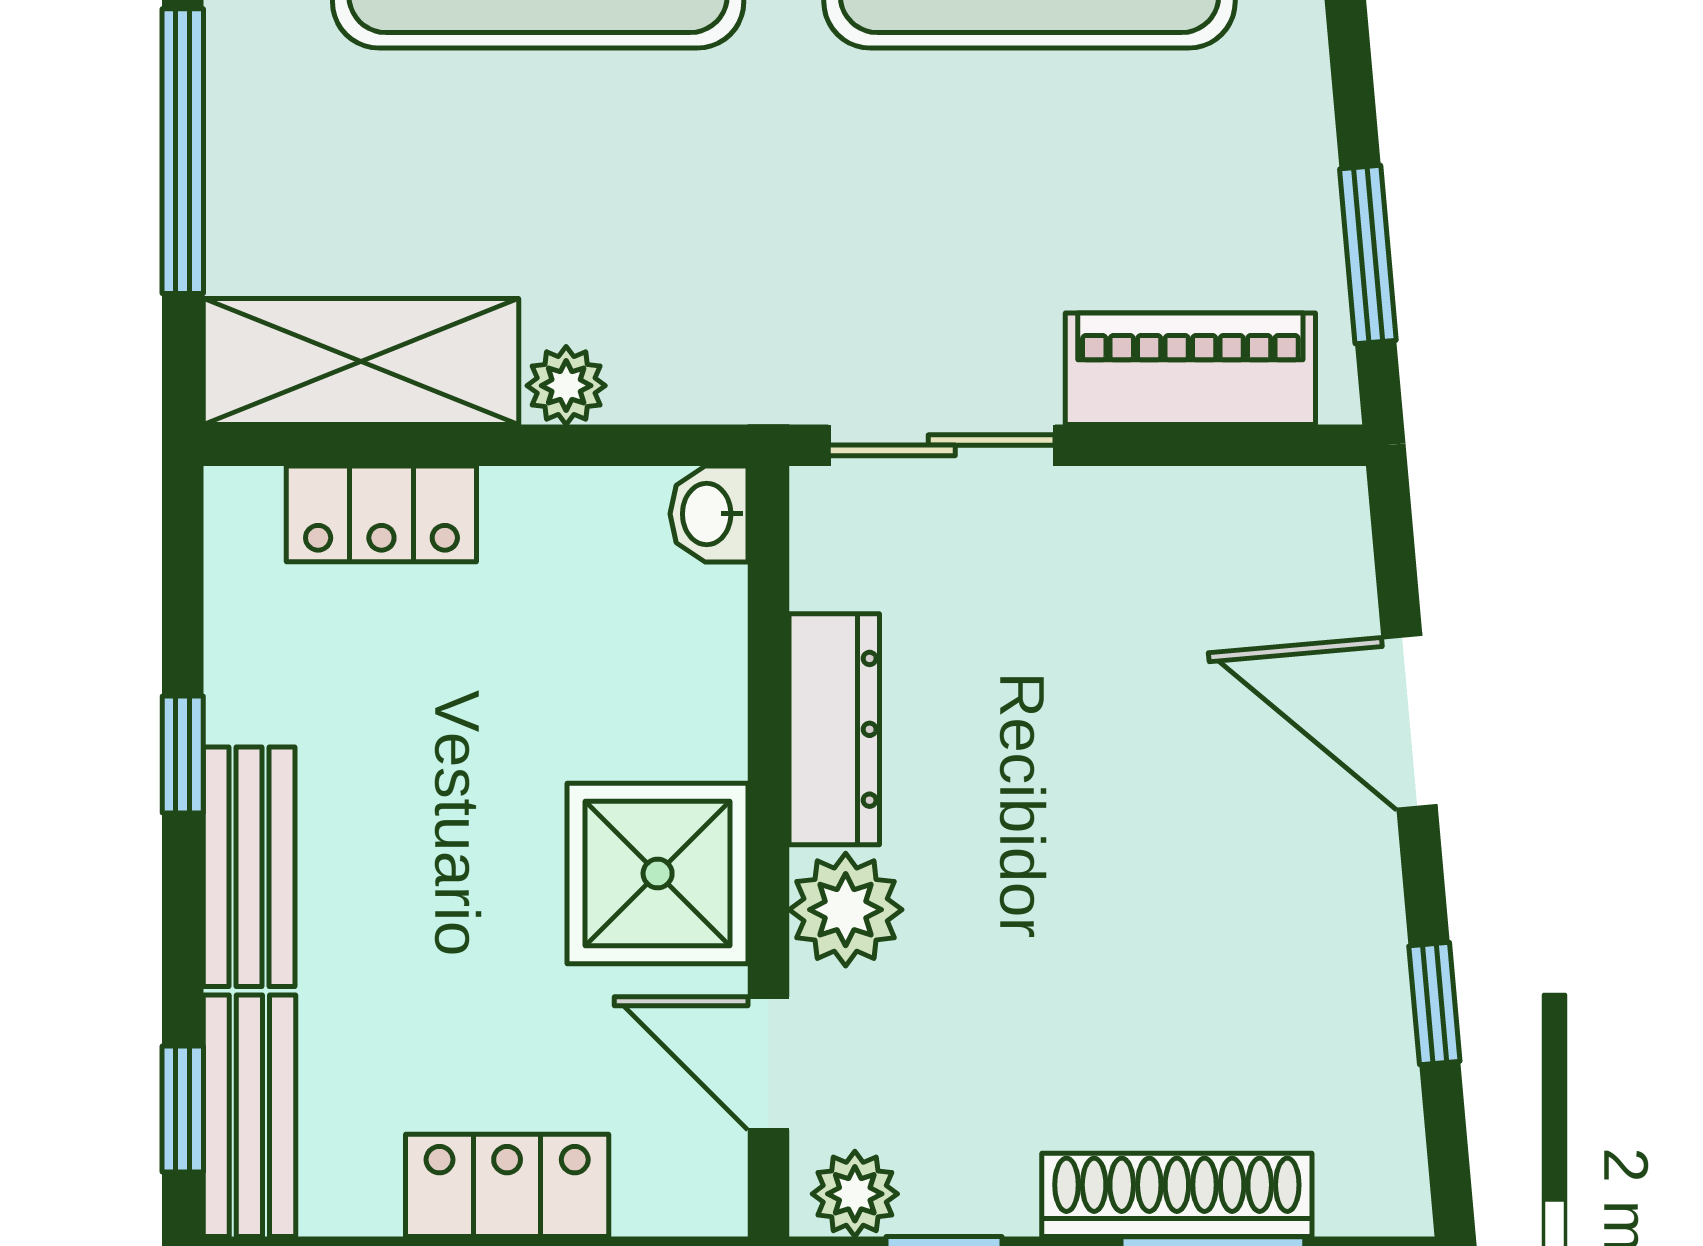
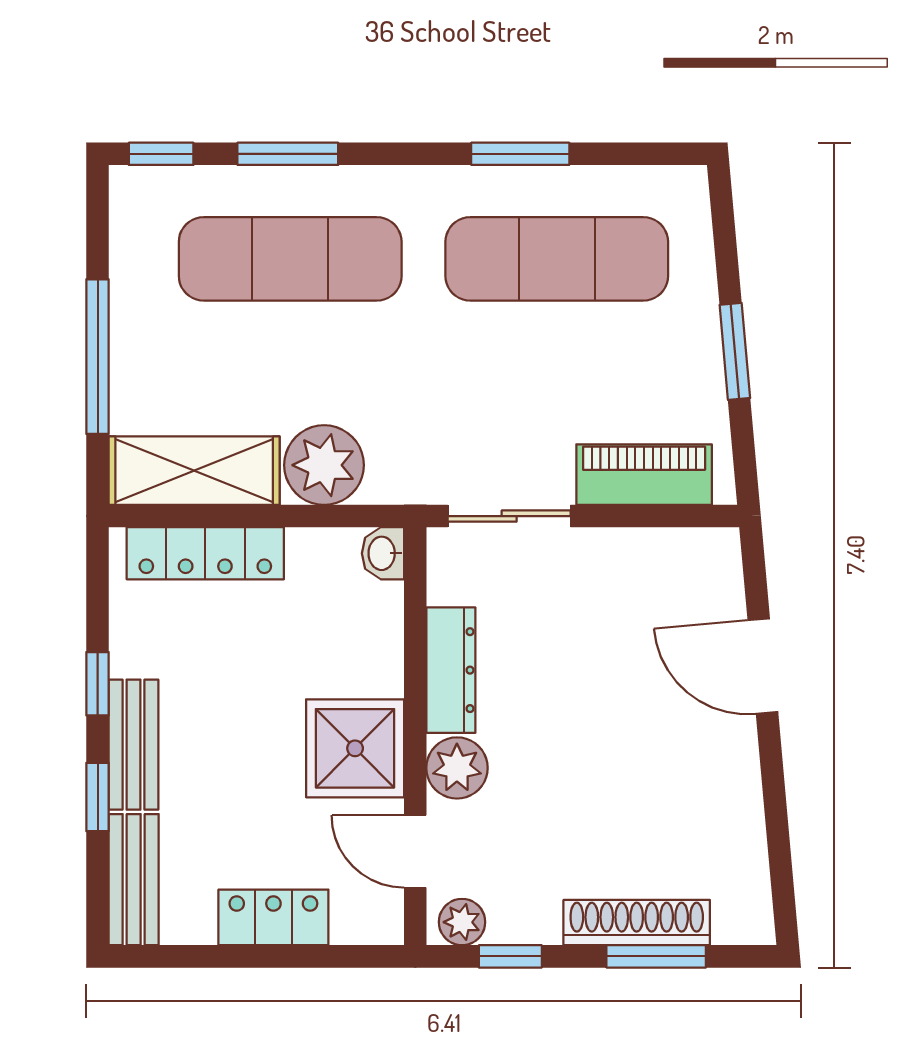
window: (1368, 255) -> (735, 351), moved
plant: (566, 386) -> (324, 465), width x1.88, depth x1.88
locker: (381, 514) -> (205, 553), width x1.53
window: (1434, 1004) -> (776, 819), removed
window: (183, 1109) -> (98, 797), moved

